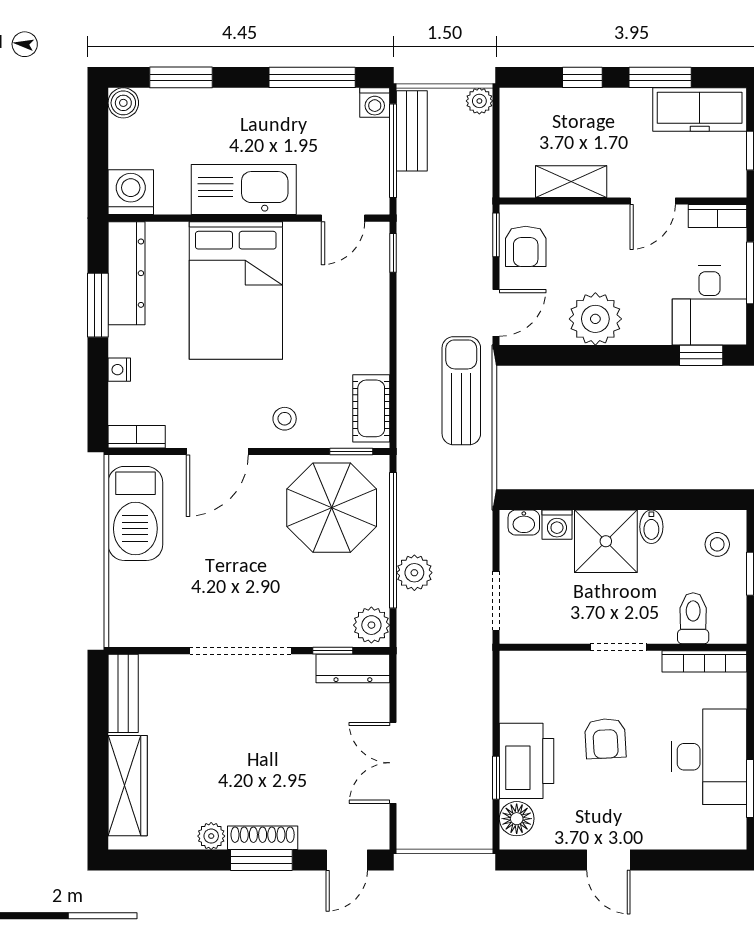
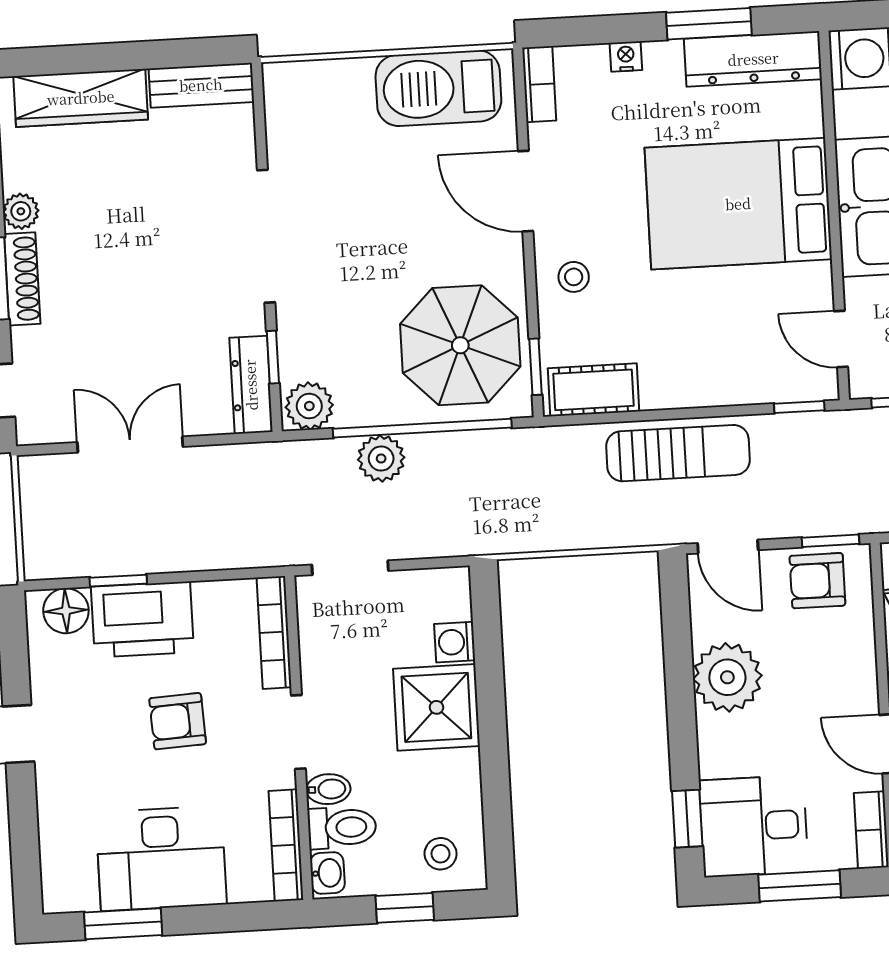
sun lounger: (461, 391) -> (678, 453), moved
washbasin: (524, 523) -> (327, 873), moved, turned 180
bidet: (651, 527) -> (328, 789), moved, turned 180
bookcase: (542, 662) -> (274, 632), added

